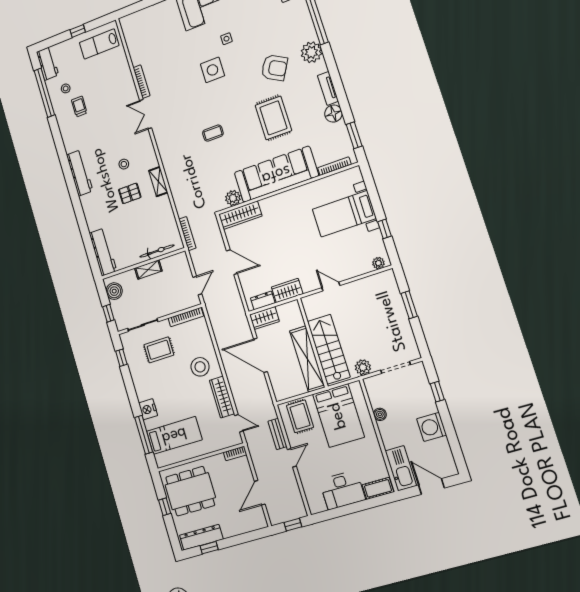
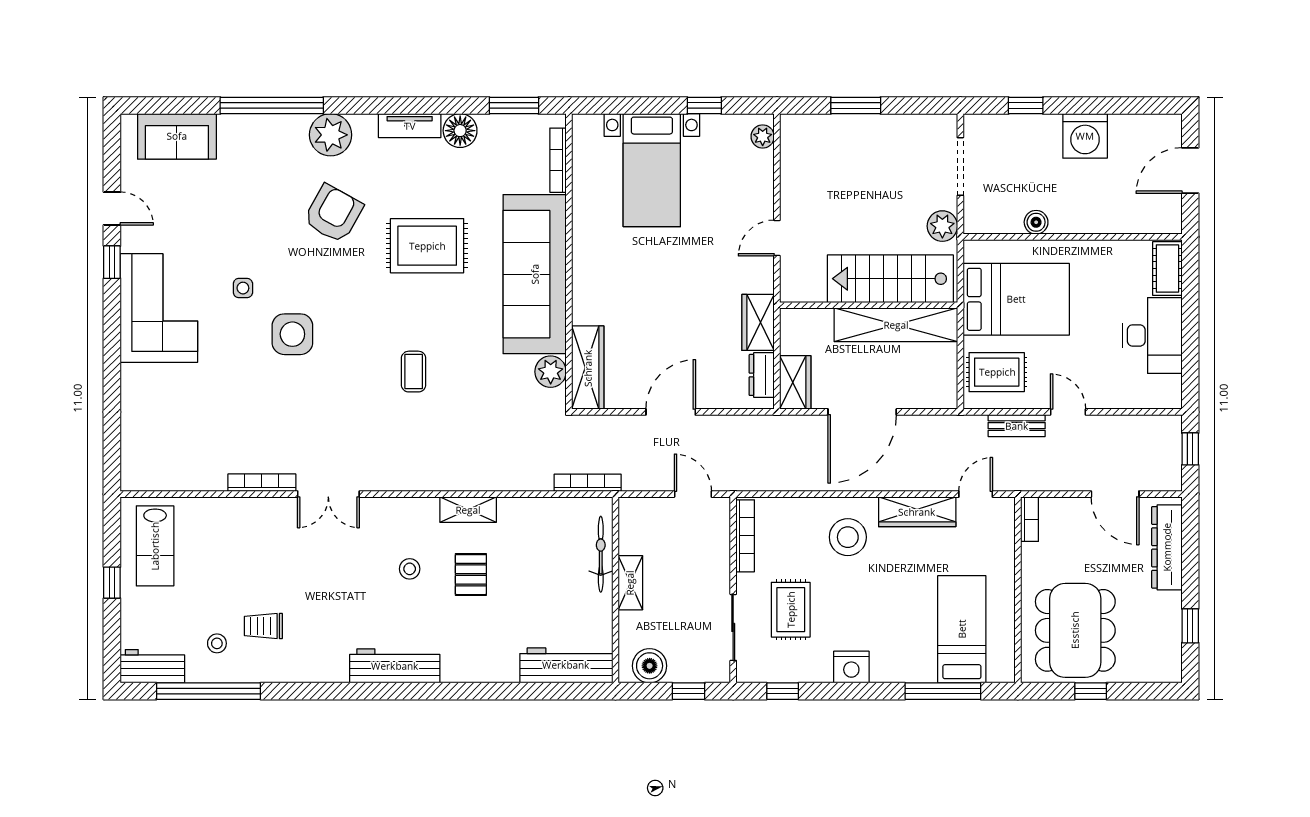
nightstand: (148, 409) -> (851, 667), moved
kitchen sink: (401, 468) -> (1143, 215), removed
dresser: (201, 537) -> (1167, 547), moved

